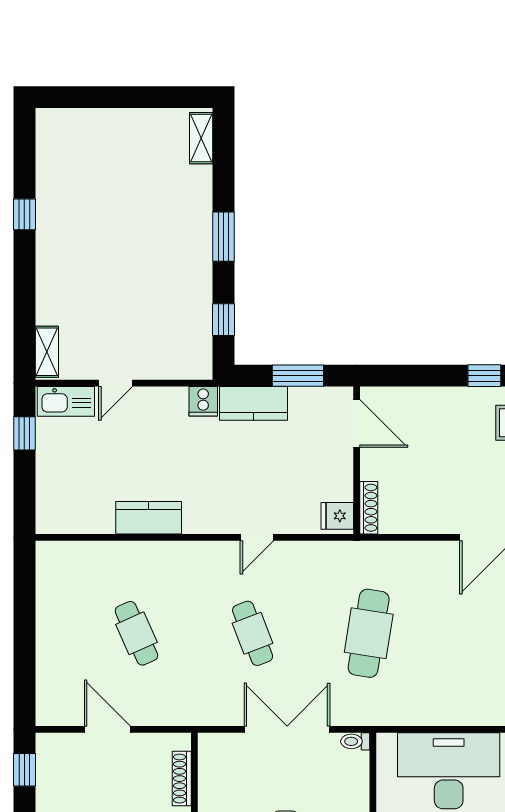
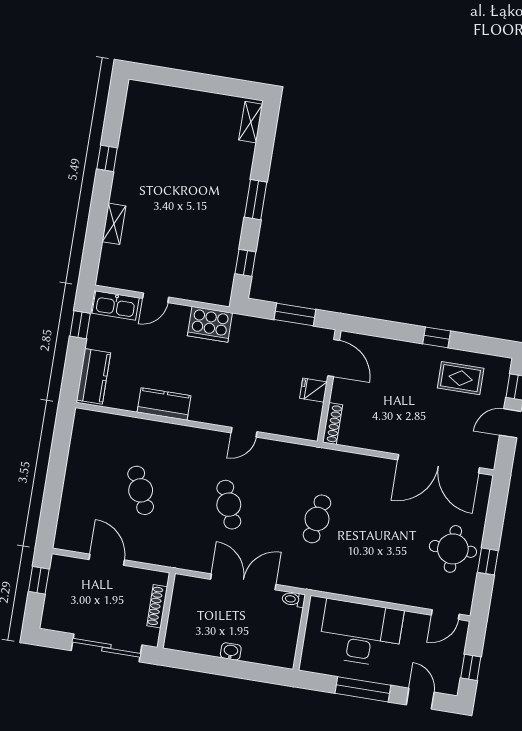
shelving: (47, 352) -> (114, 224), moved
cooker: (203, 401) -> (210, 324), width x1.87, depth x1.31
kitchen counter: (253, 403) -> (93, 376), moved, turned -90
fridge: (337, 516) -> (313, 390), moved
cafe table: (369, 633) -> (317, 519), width x0.73, depth x0.74

